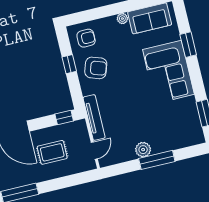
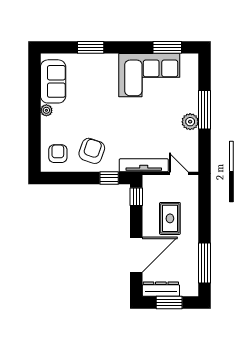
window: (69, 64) -> (109, 178), moved
corner sofa: (168, 72) -> (149, 75), moved

